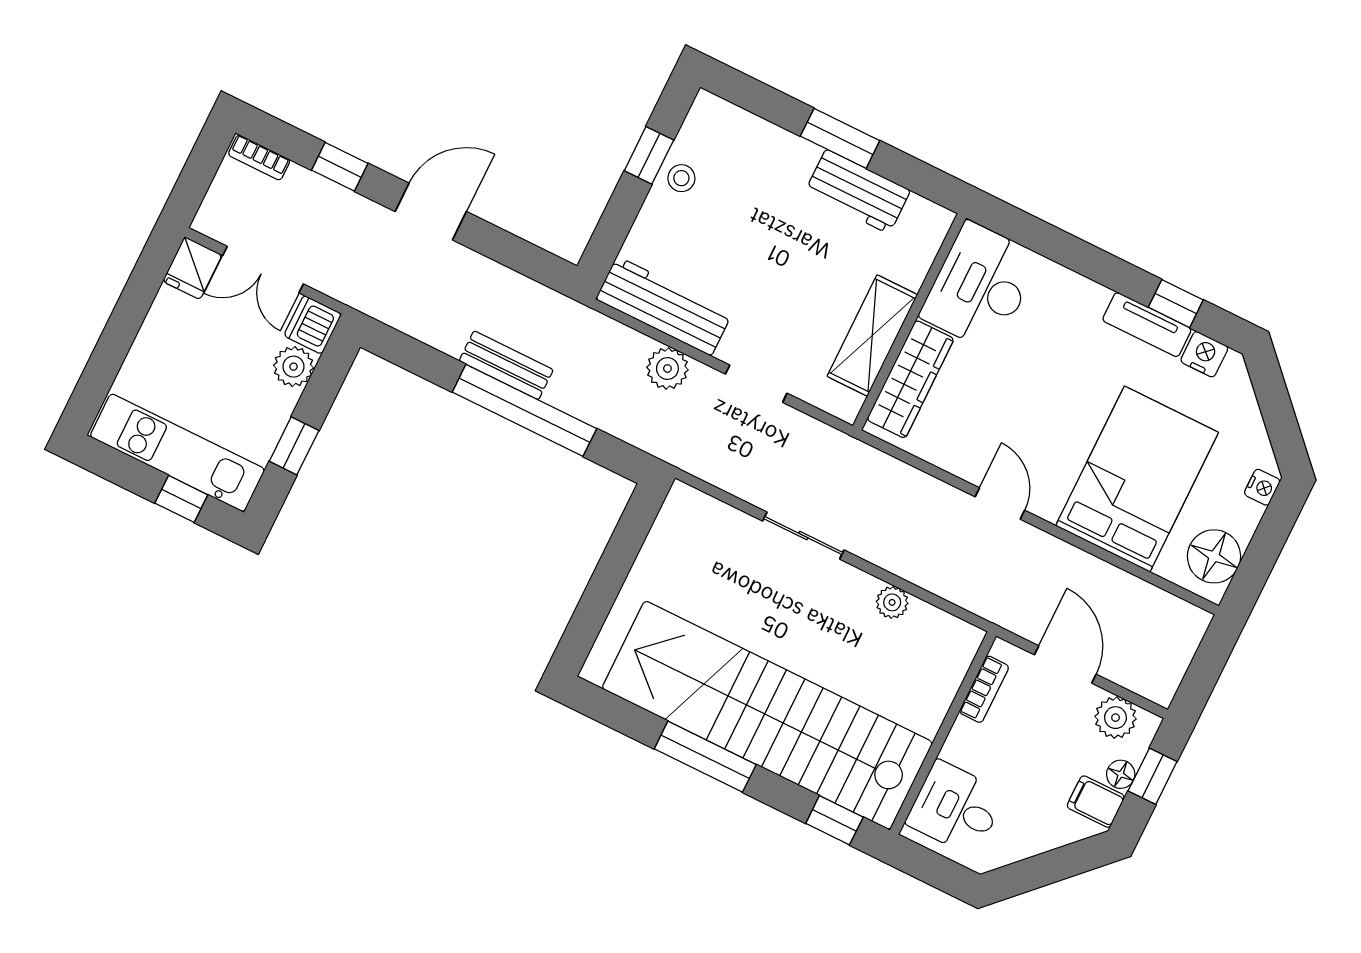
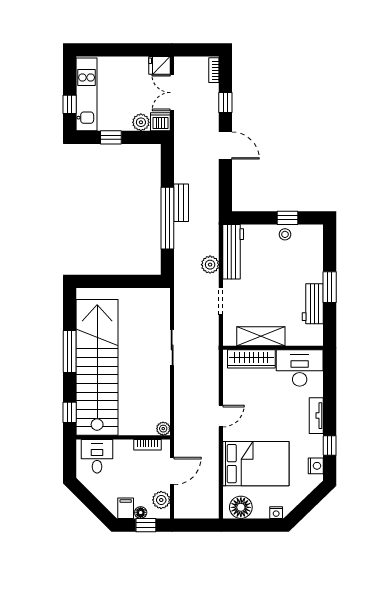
tv unit: (1147, 325) -> (316, 416), moved
plant: (892, 602) -> (163, 429), moved

